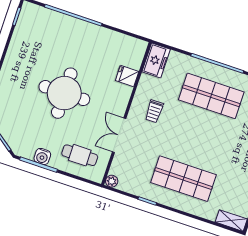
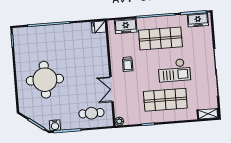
freezer: (156, 61) -> (126, 26), moved, turned 90
fridge: (127, 76) -> (99, 27), moved
round table: (64, 93) -> (45, 80), moved
checkout: (211, 145) -> (174, 70), added
water cooler: (42, 156) -> (55, 125), moved

